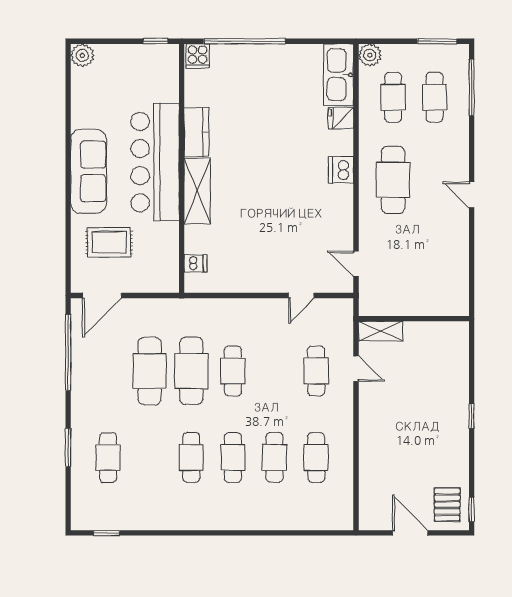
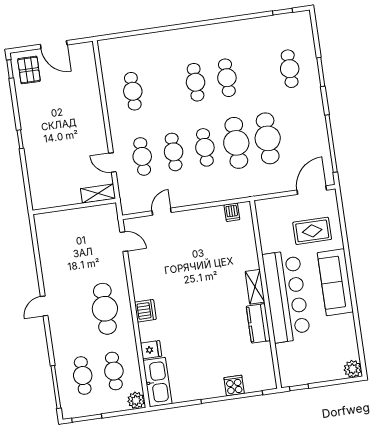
cooker: (198, 56) -> (234, 385), moved
shelving: (197, 191) -> (255, 287), width x0.67, depth x0.75
door: (472, 195) -> (44, 306), swing flipped
dishwasher: (195, 263) -> (232, 212), moved, turned -90
cafe table: (275, 457) -> (174, 152), moved

